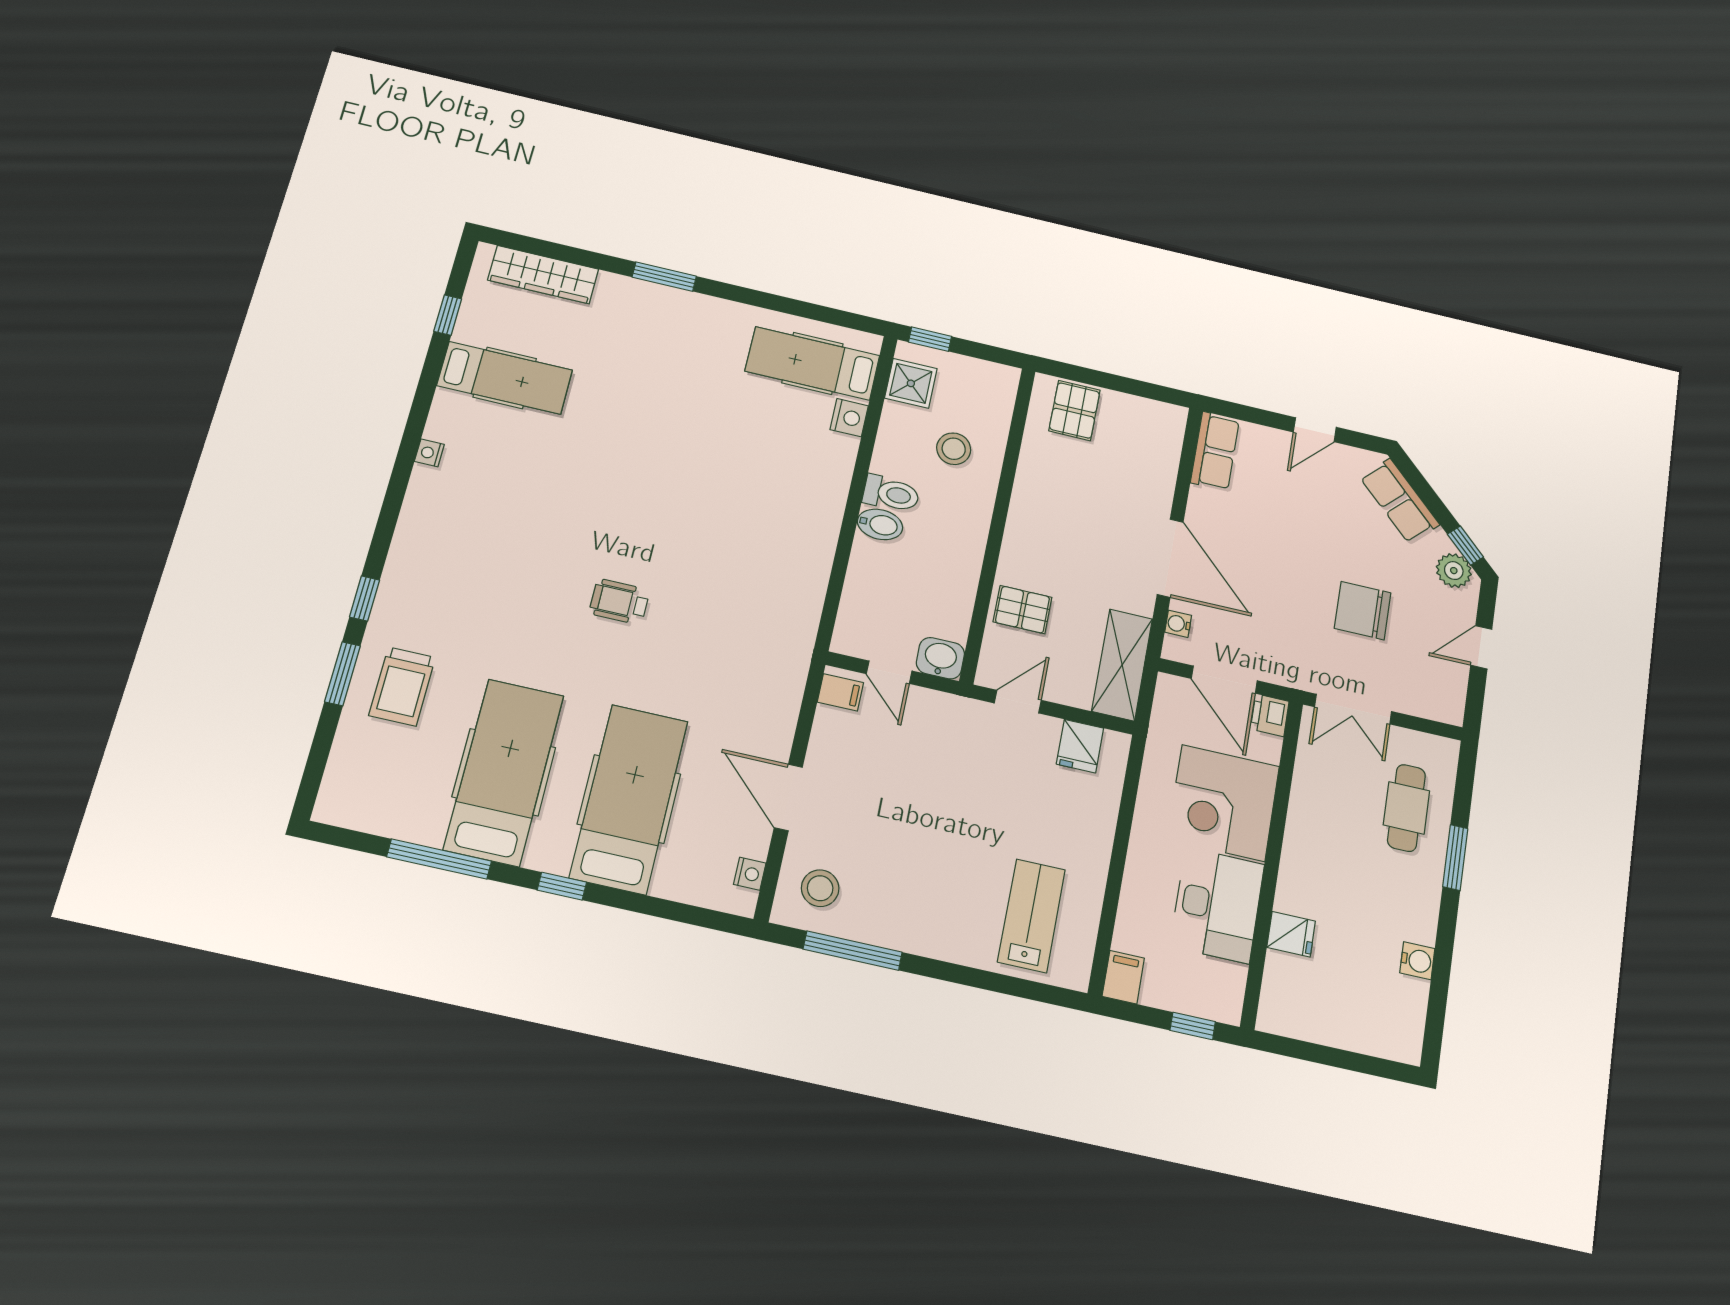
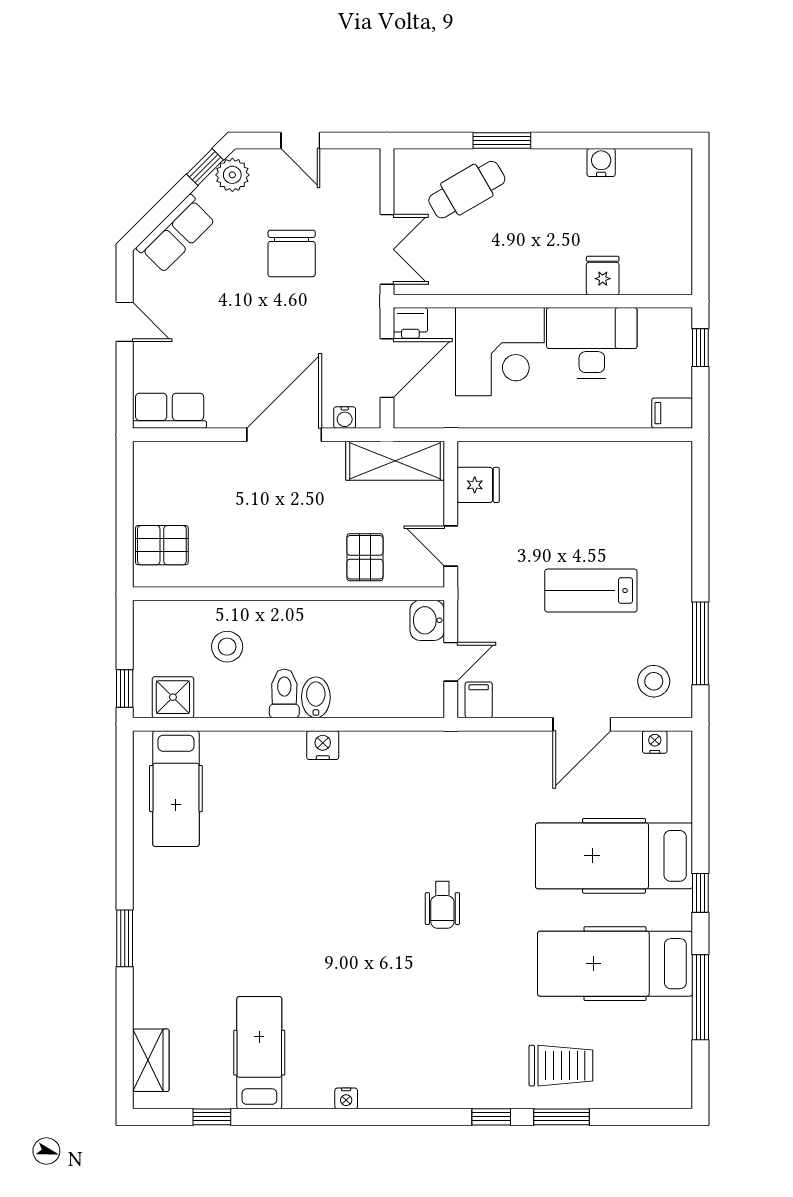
wardrobe: (543, 275) -> (151, 1060), width x0.67
nightstand: (849, 418) -> (323, 745), moved
cafe table: (1406, 808) -> (467, 190), turned -30
lab bench: (1031, 916) -> (591, 591), moved

